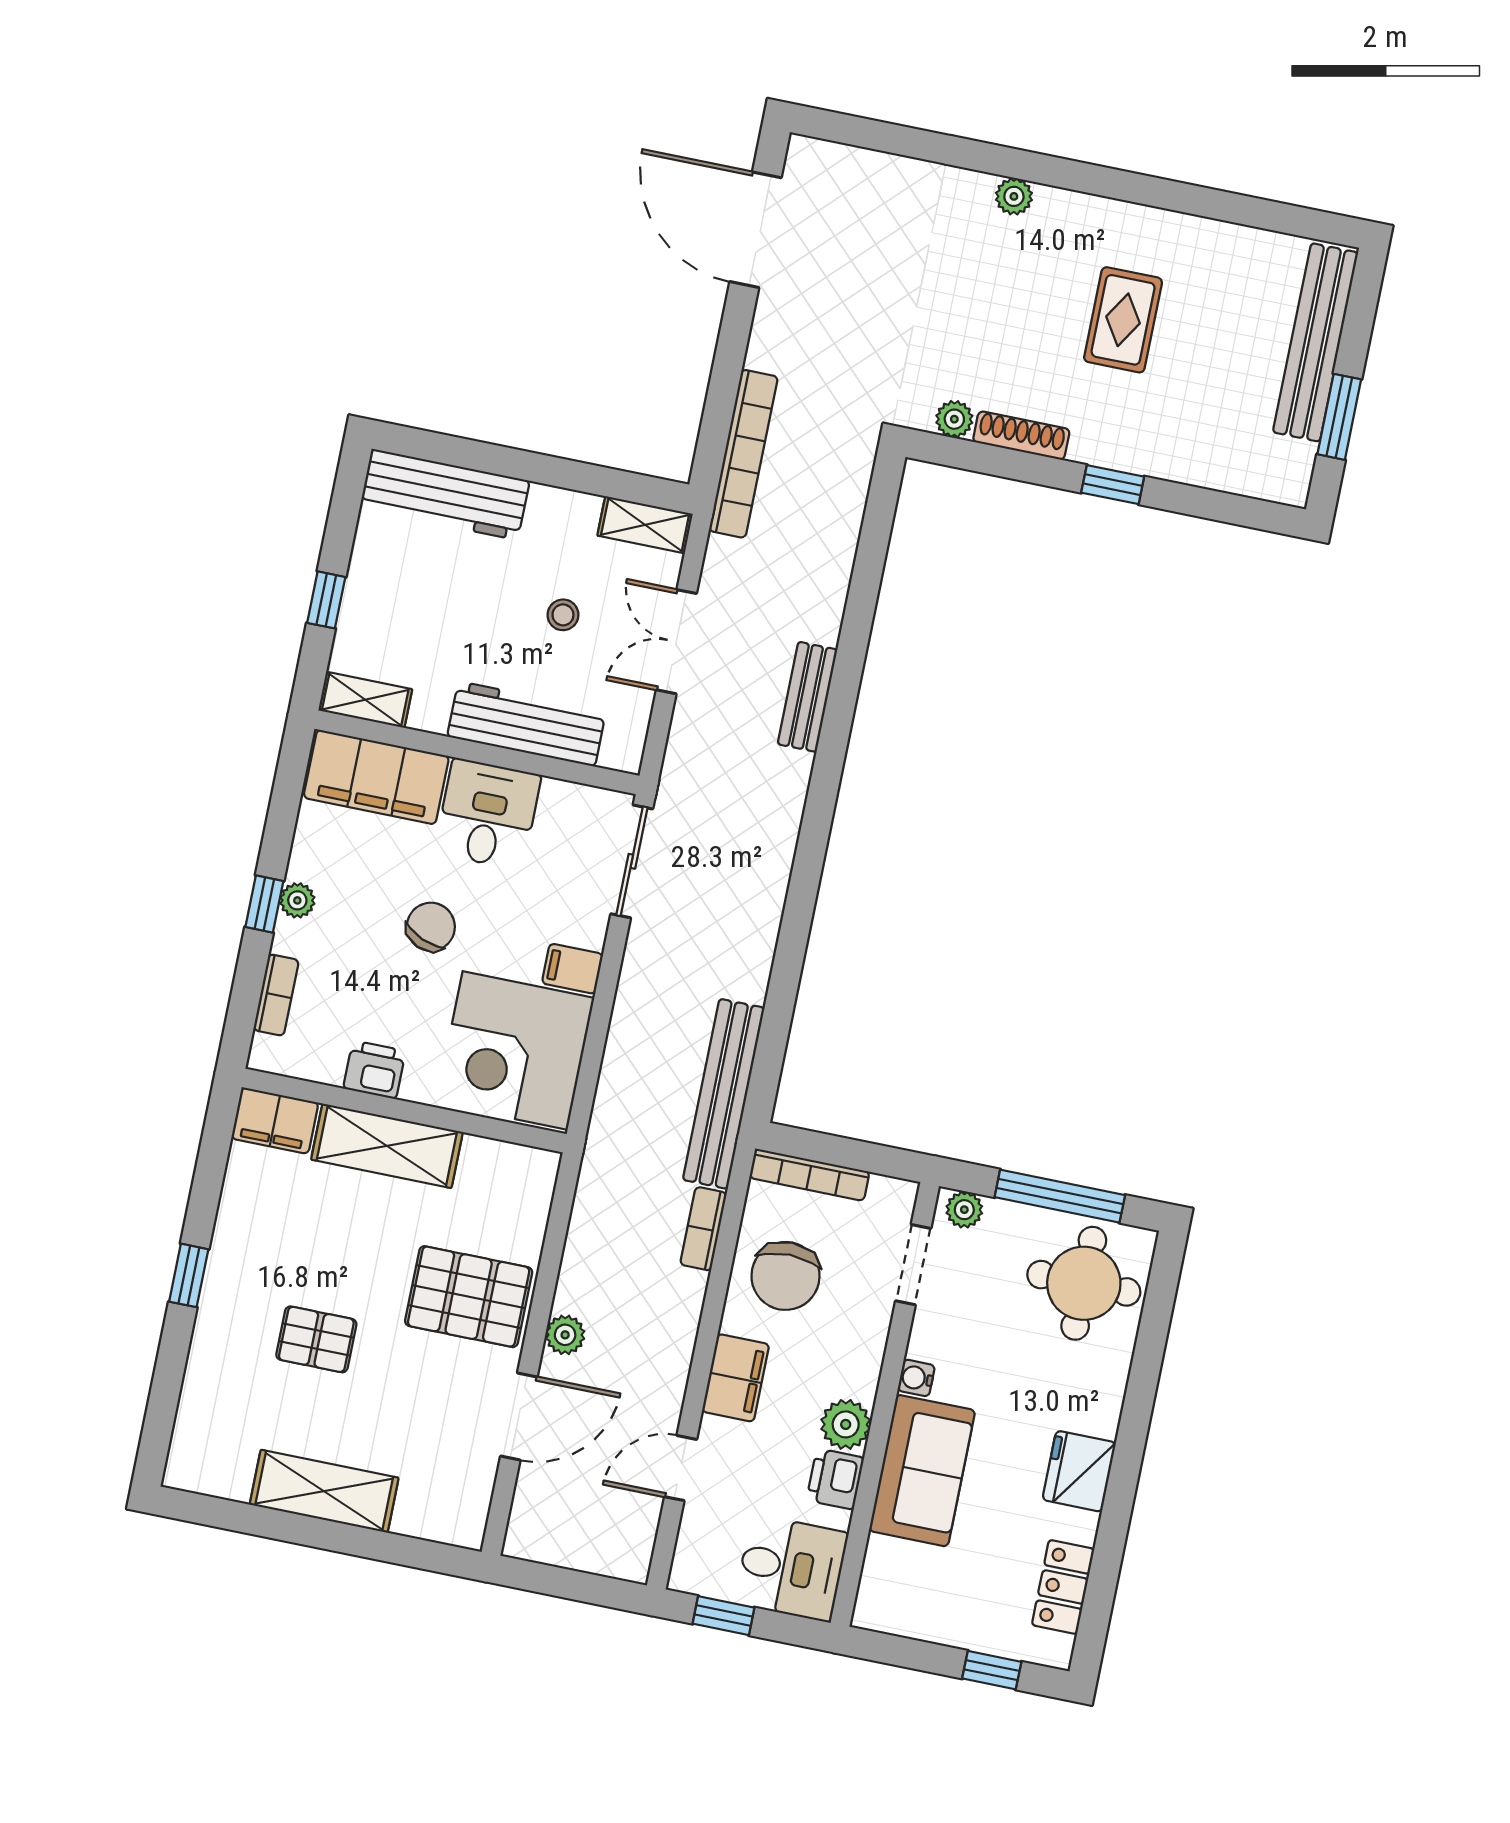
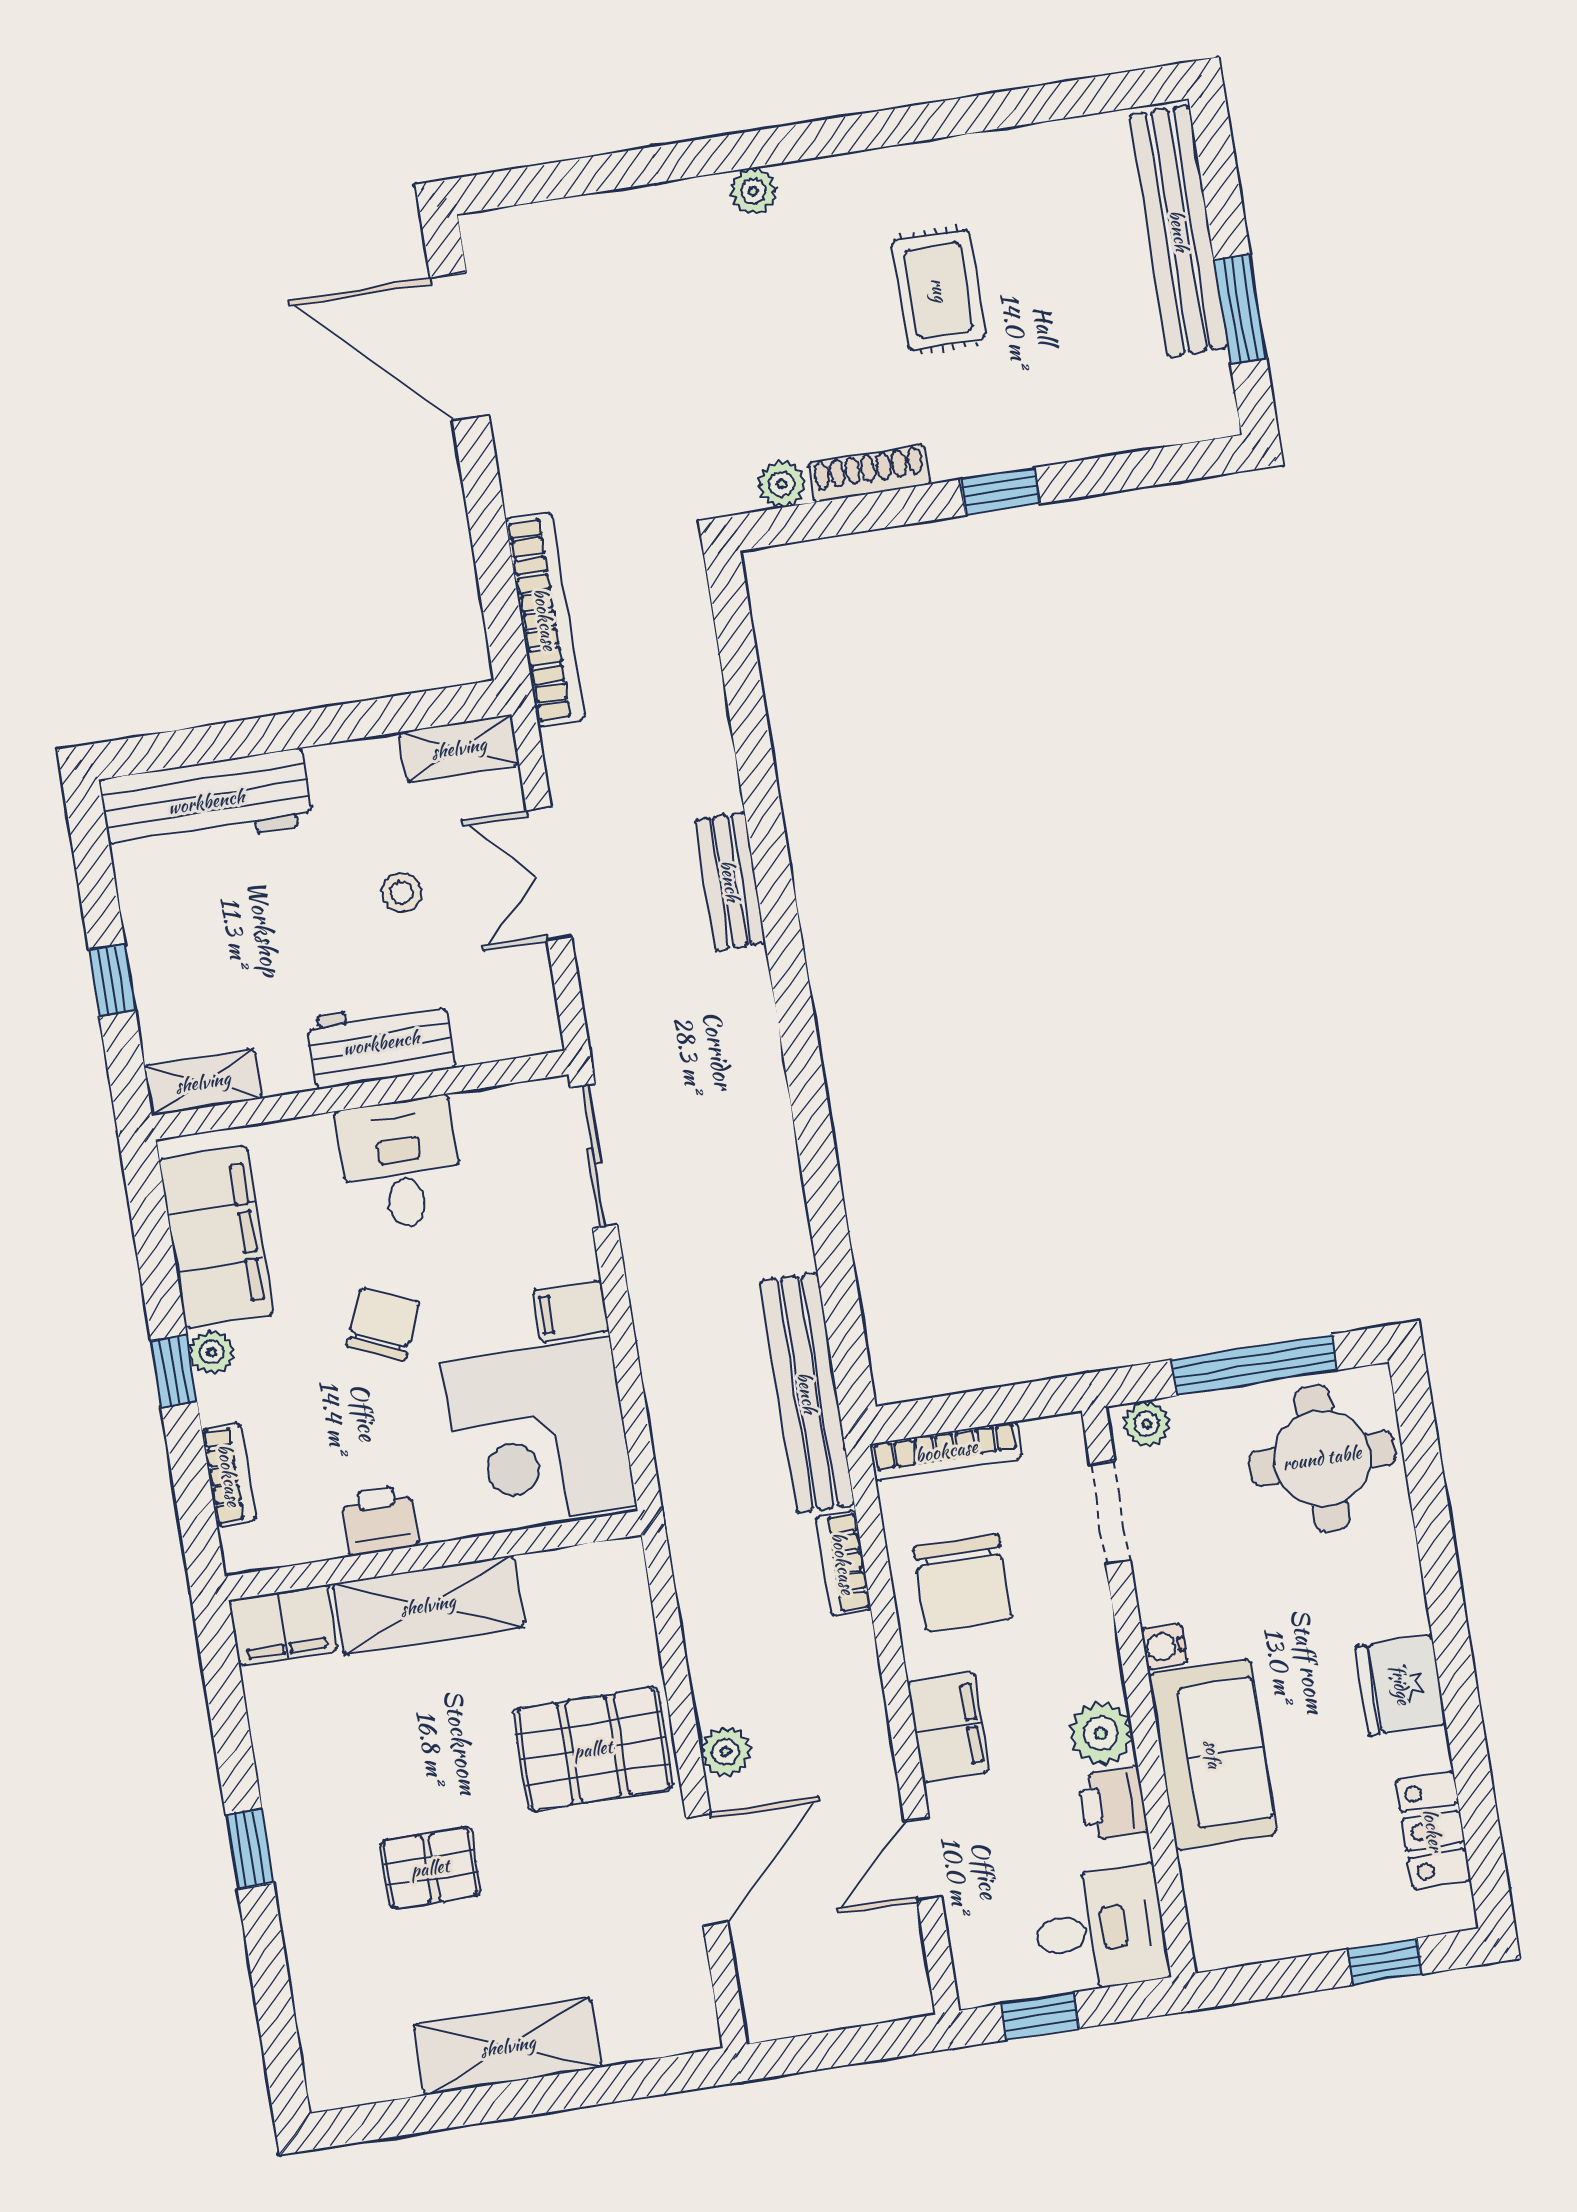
workbench: (527, 724) -> (381, 1043), width x0.73
filing cabinet: (376, 777) -> (216, 1237), moved, turned -90

